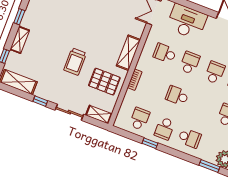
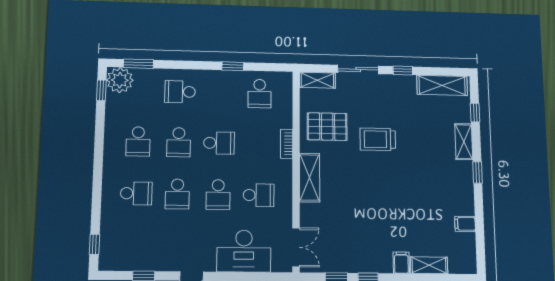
trolley: (75, 62) -> (378, 139), turned -90
school desk: (165, 128) -> (179, 142), moved, turned 180

